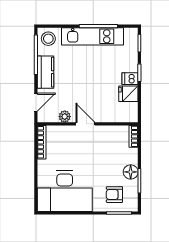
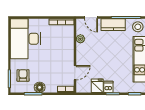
door: (85, 124) -> (75, 73), moved

